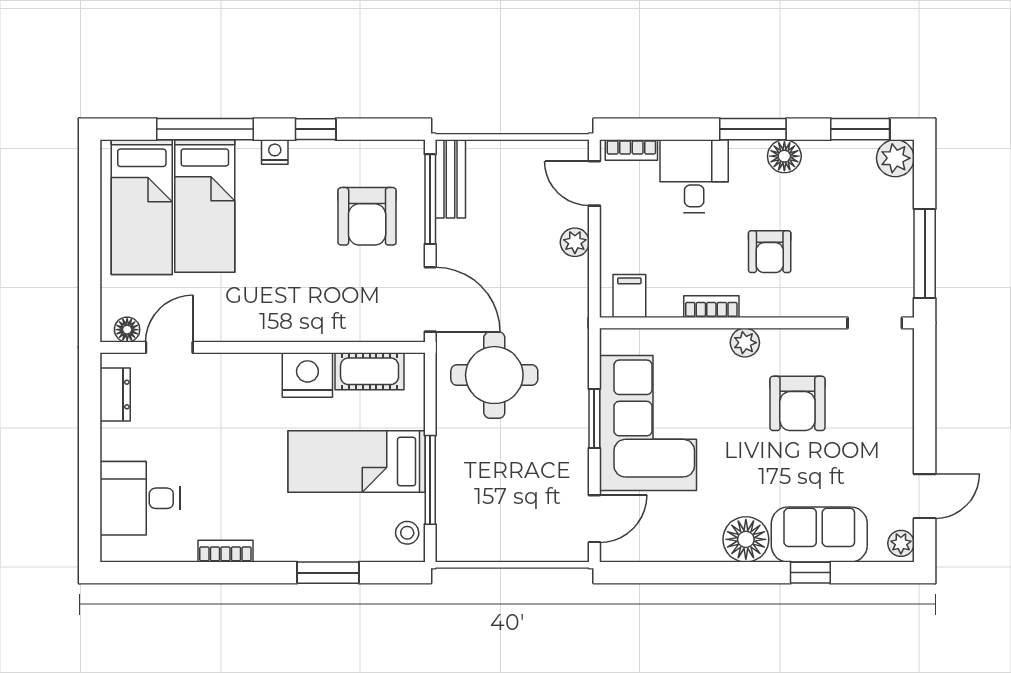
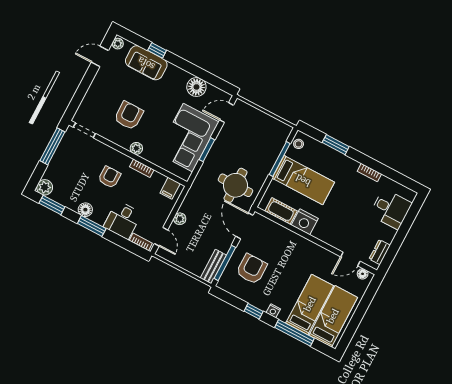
floor lamp: (746, 539) -> (196, 87), moved

